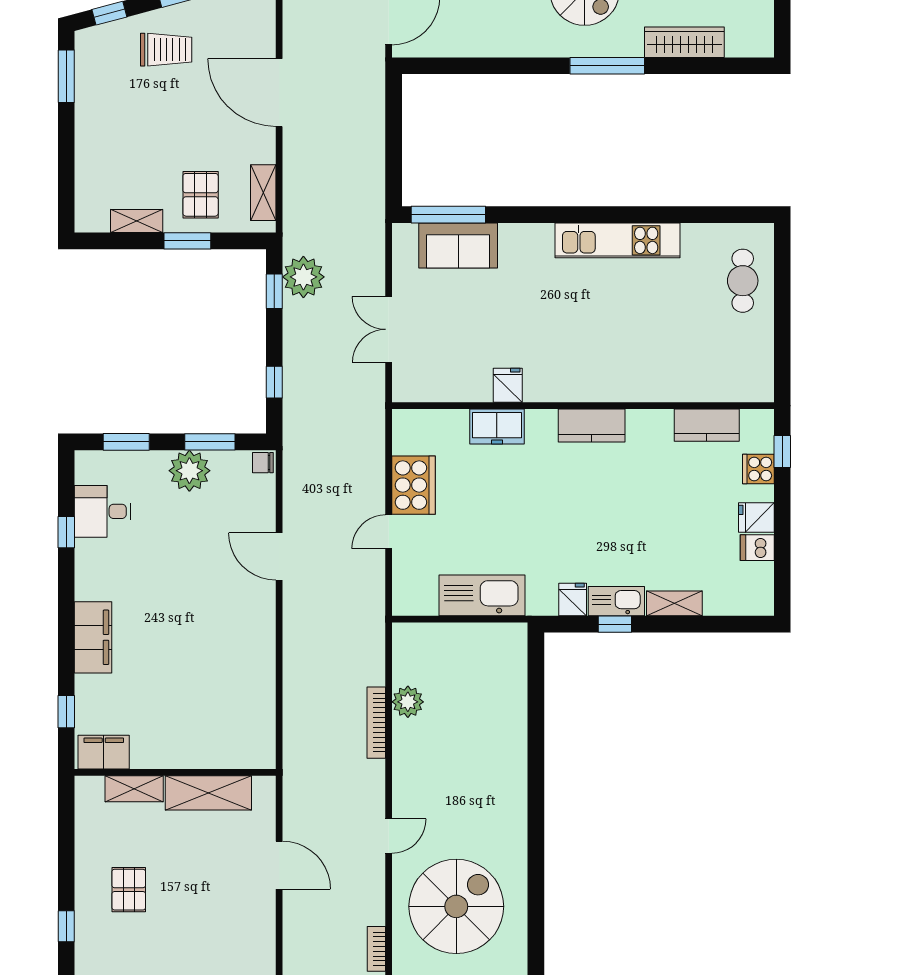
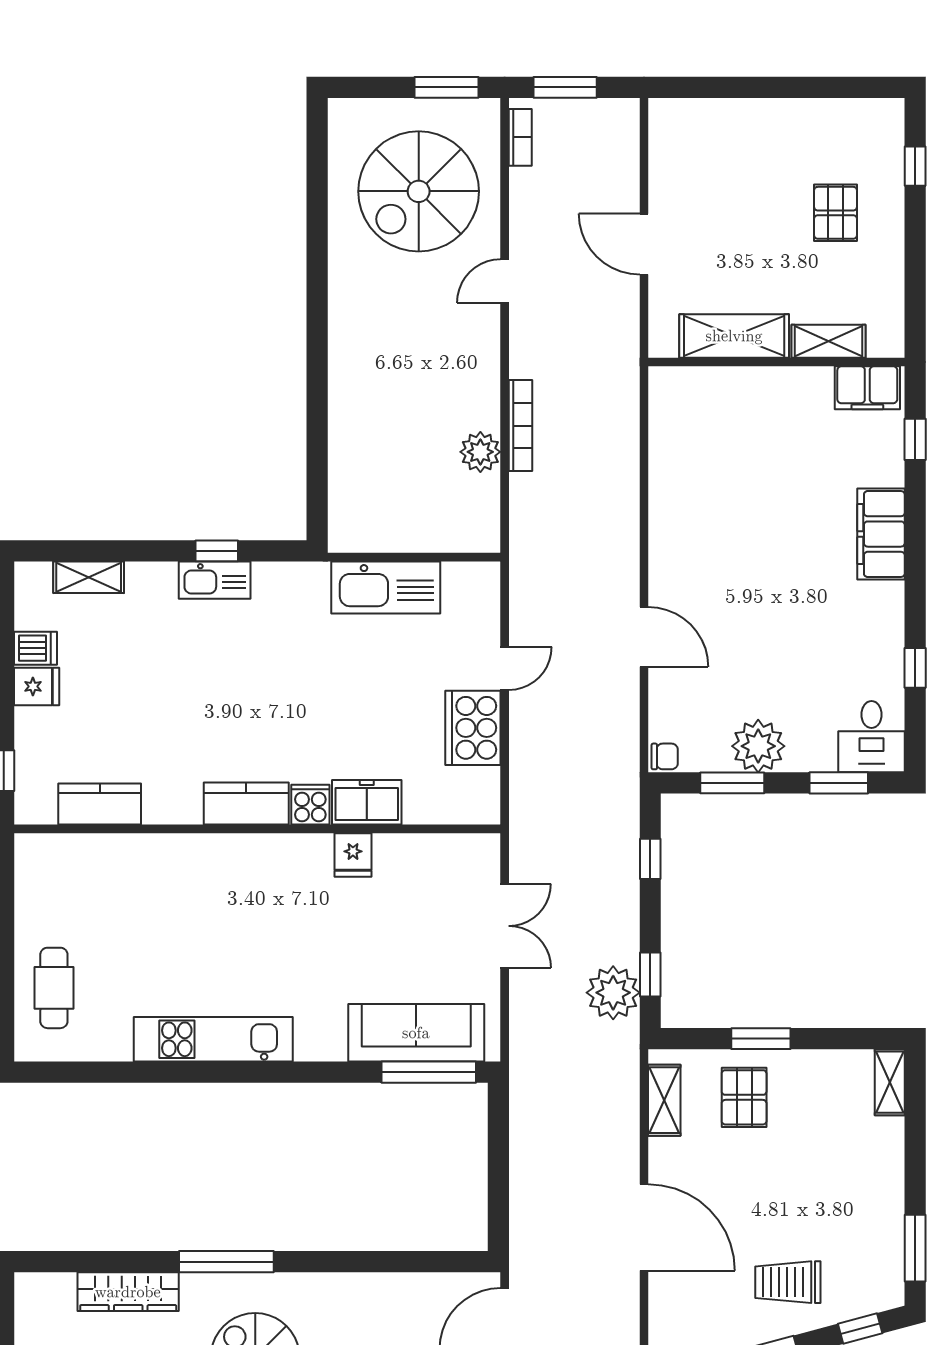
shelving: (137, 221) -> (890, 1082), moved, turned 90
sofa: (458, 246) -> (416, 1033), width x1.36
cooker: (758, 469) -> (310, 805), moved, turned -90
desk: (102, 511) -> (872, 737), moved, turned 90
fridge: (573, 600) -> (270, 582), removed
shelving: (674, 603) -> (89, 577), moved

